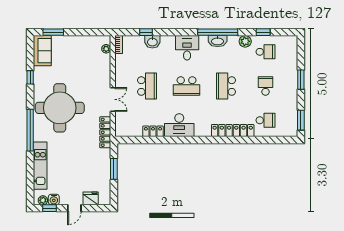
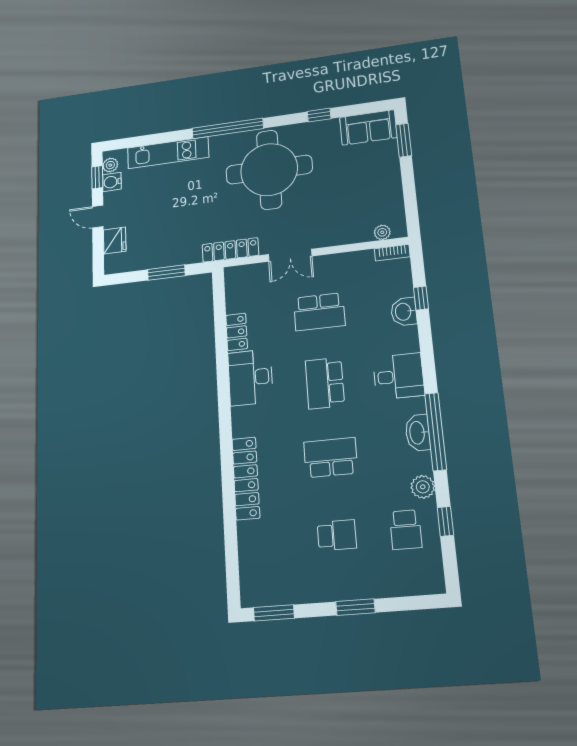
school desk: (265, 120) -> (269, 541), removed

